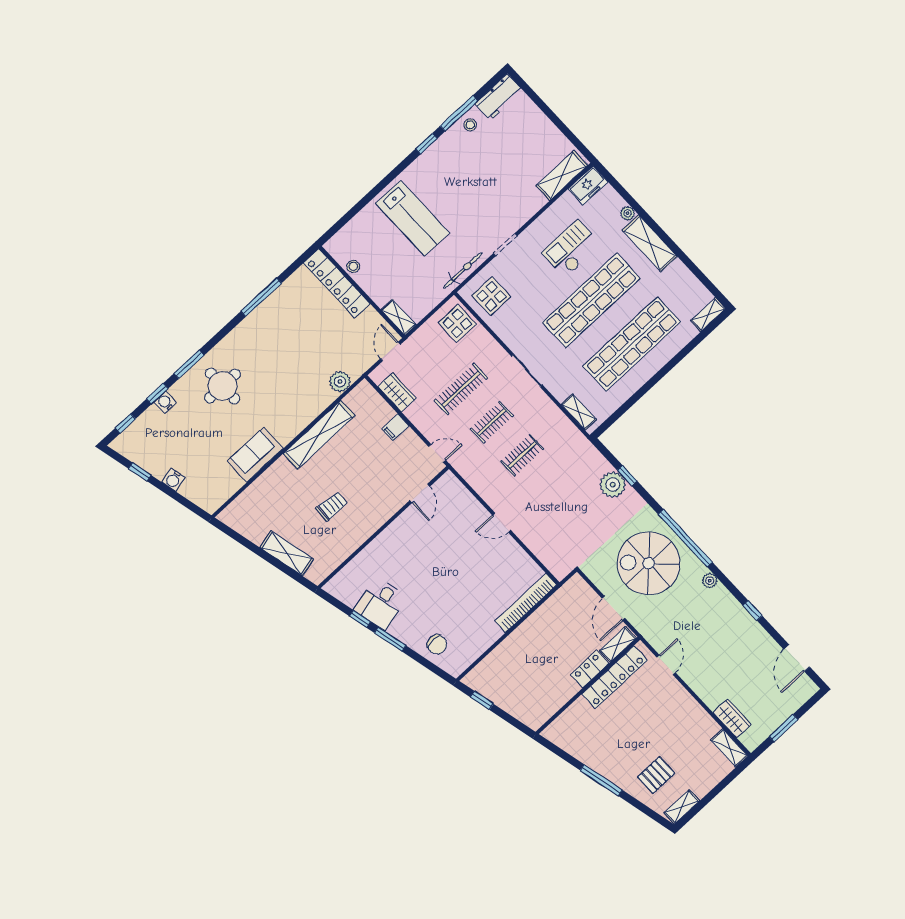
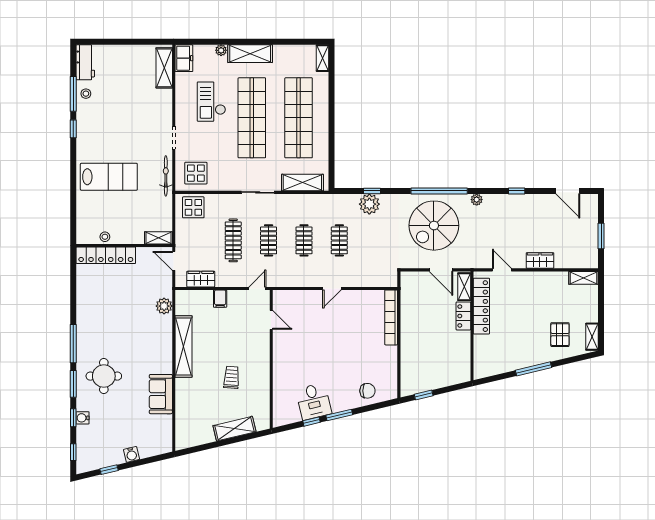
window: (261, 297) -> (73, 344), moved
shelving: (579, 412) -> (302, 183), width x1.50, depth x1.33
clothes rail: (553, 488) -> (339, 240), added
wardrobe: (732, 718) -> (540, 260), moved

